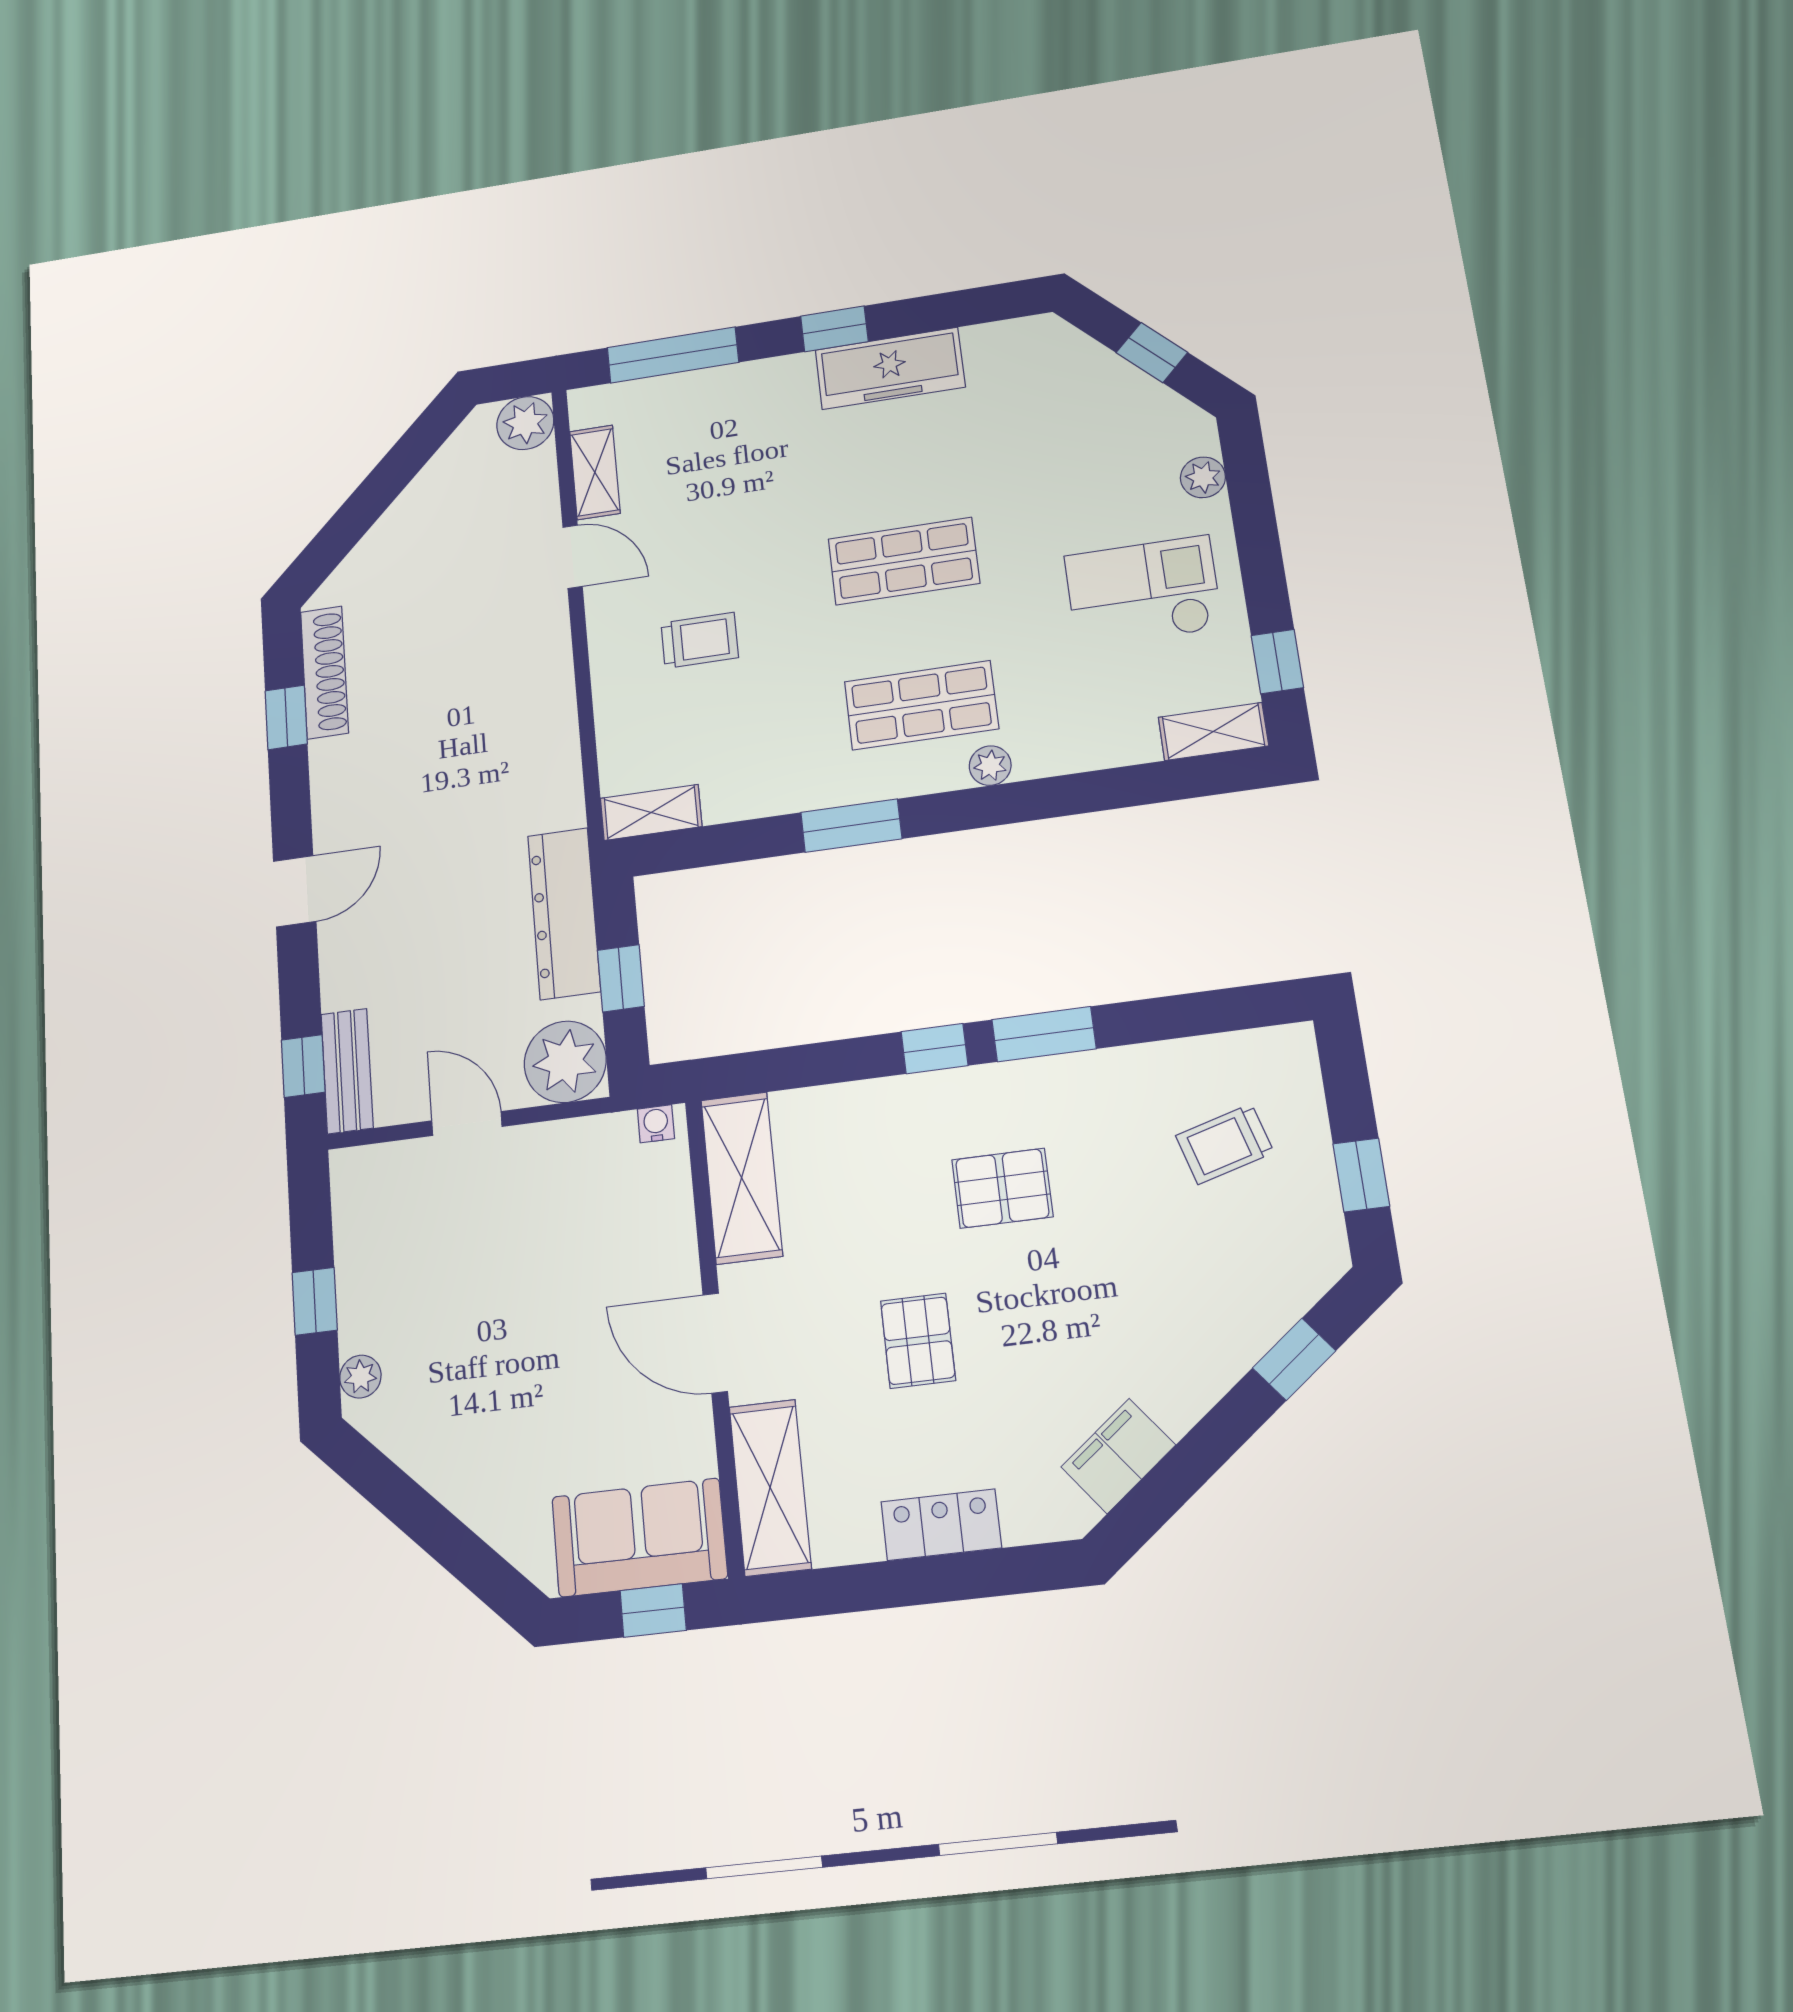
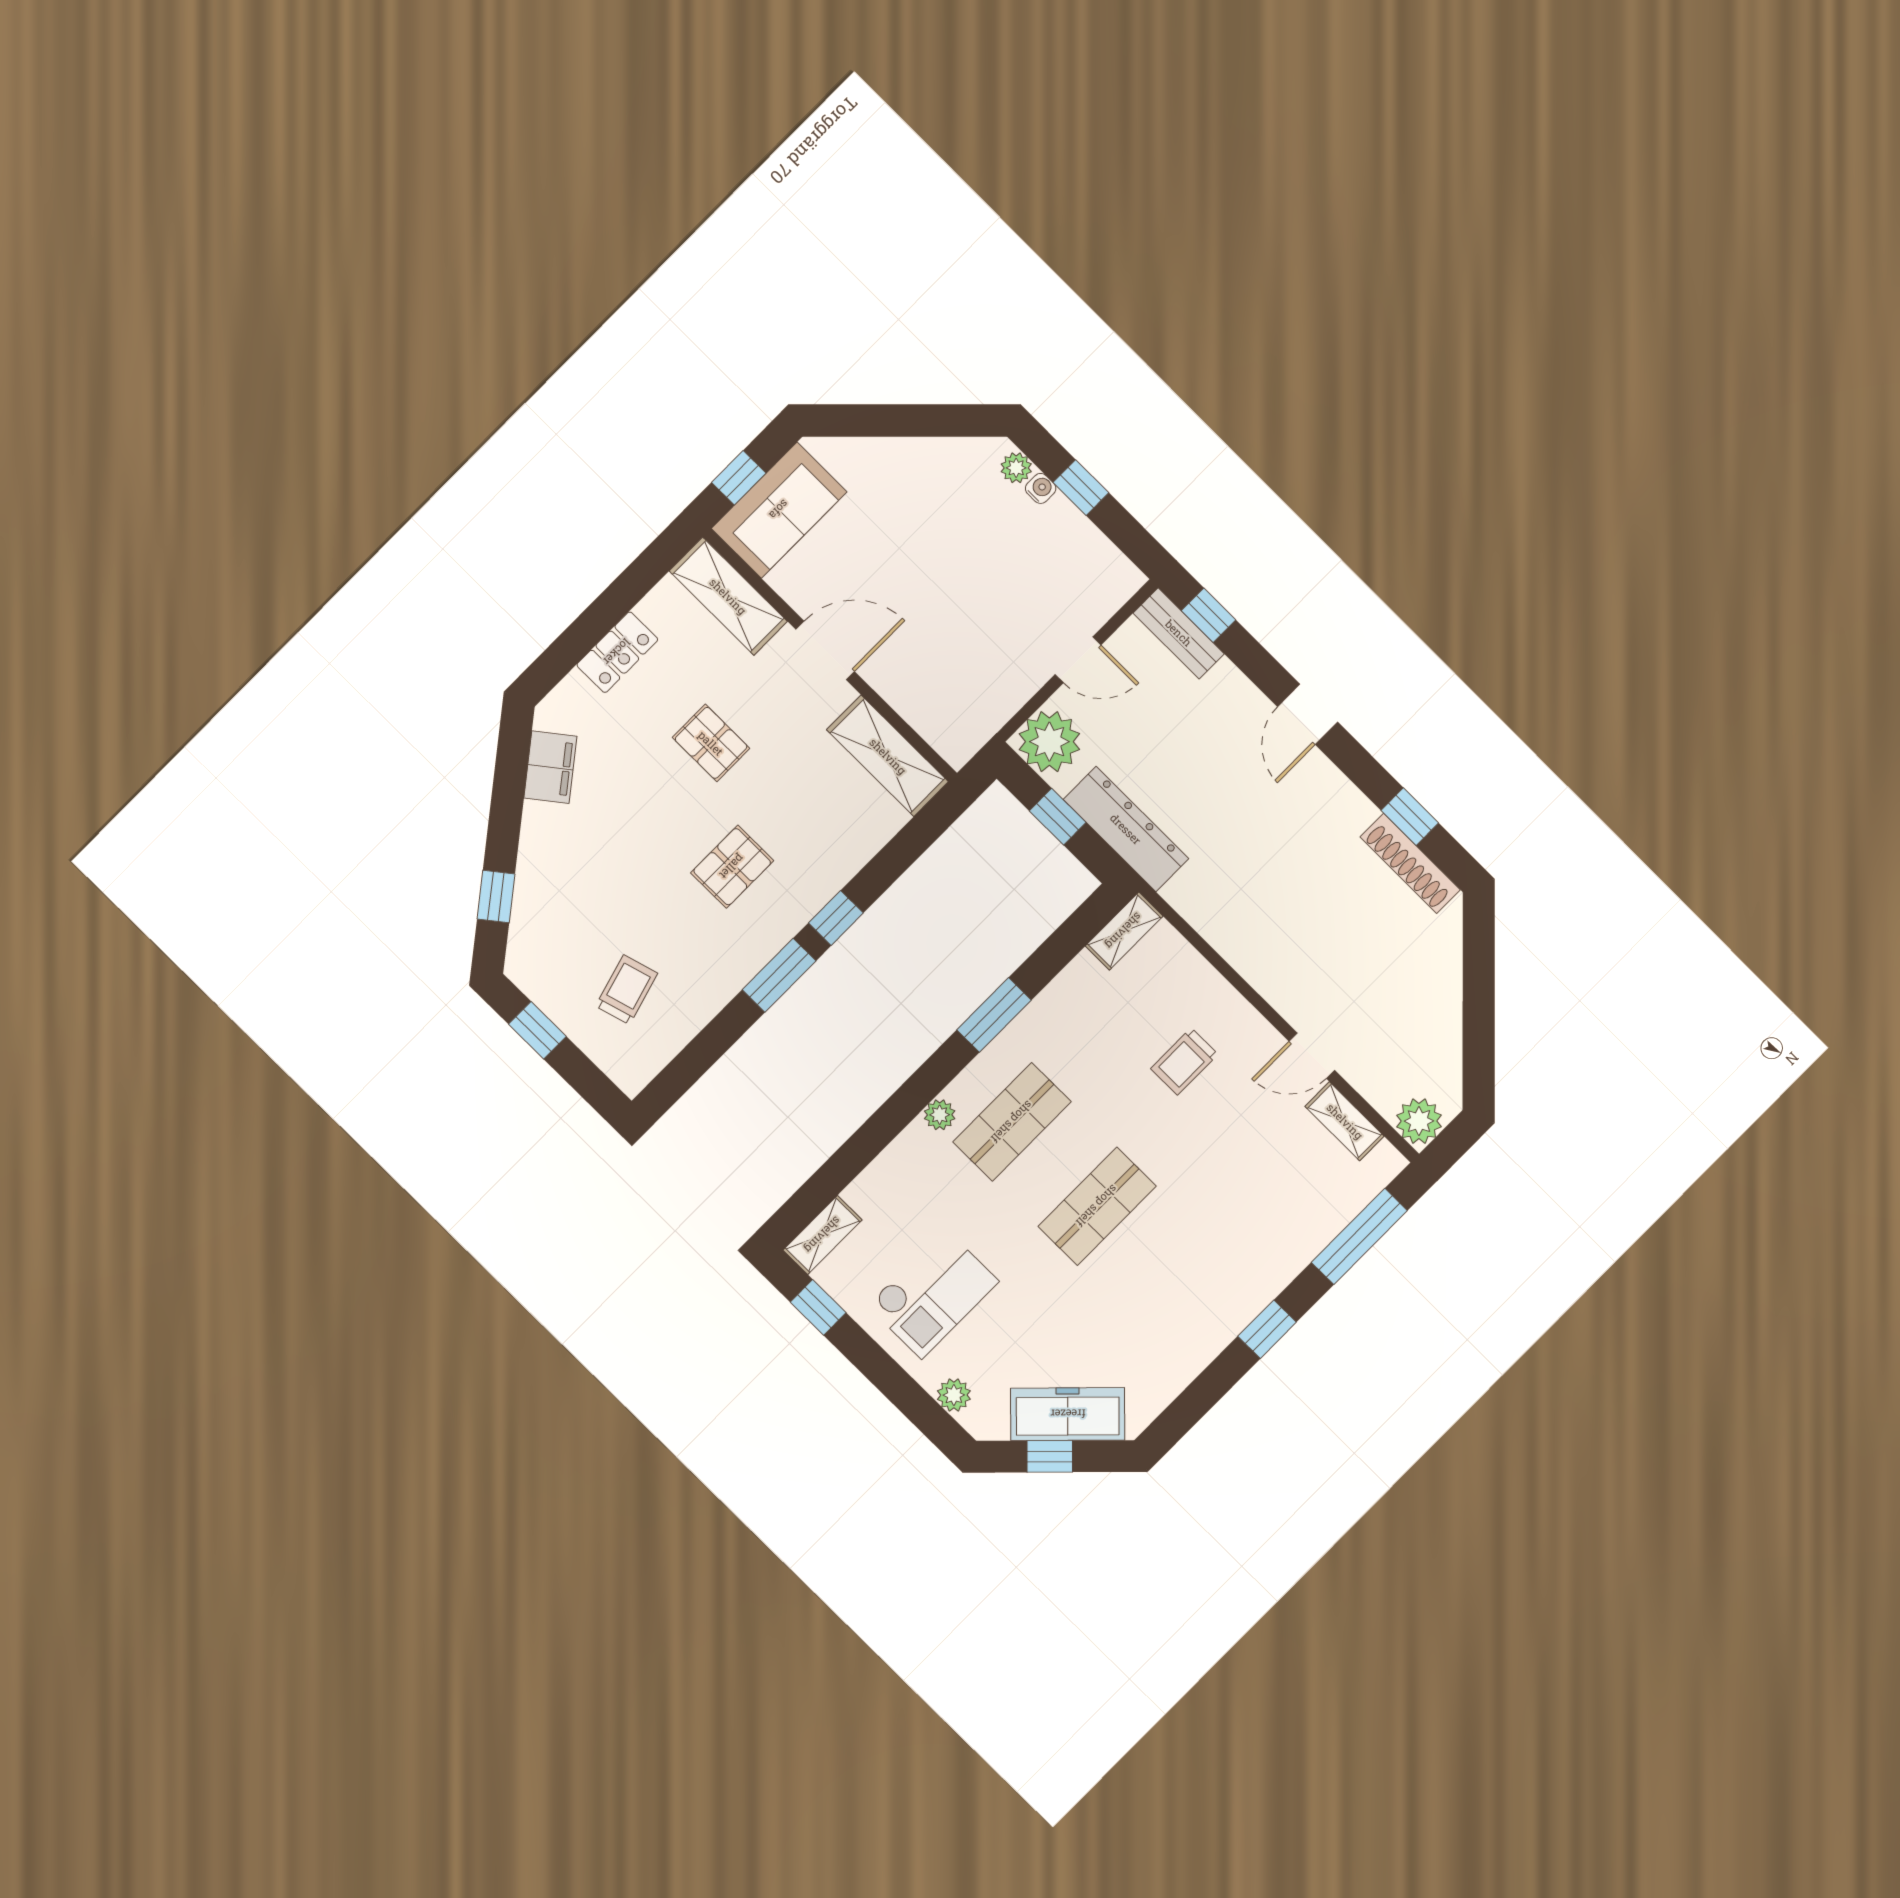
freezer: (890, 368) -> (1068, 1414), moved, turned 45
water cooler: (656, 1124) -> (1041, 488), moved, turned -90

